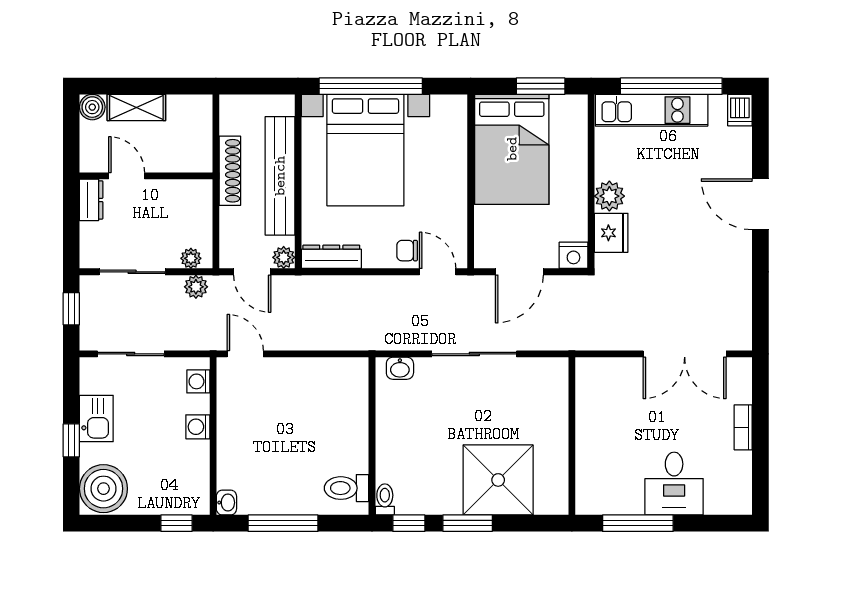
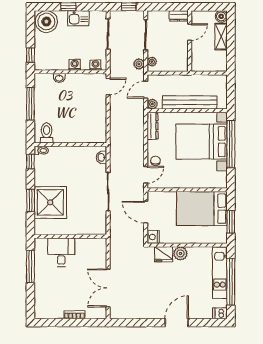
shoe rack: (230, 171) -> (192, 79), removed
desk: (674, 484) -> (61, 252), moved, turned 90
washbasin: (226, 503) -> (59, 78), moved
window: (468, 523) -> (30, 201), moved

